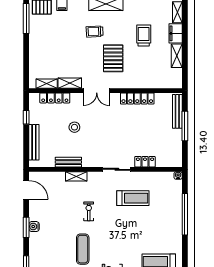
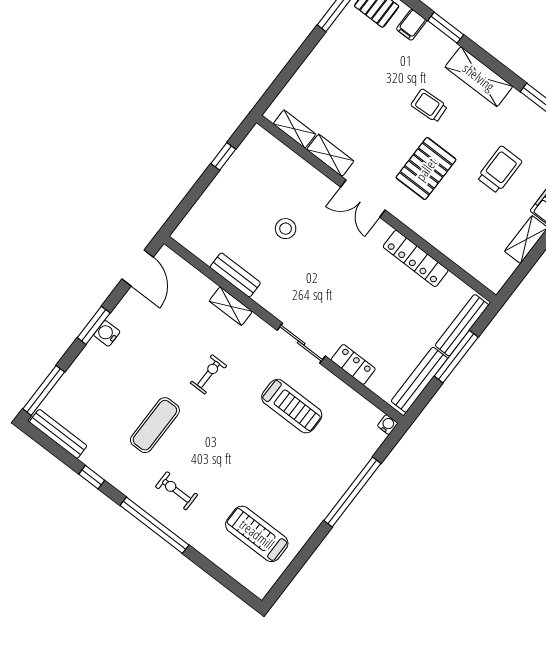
locker: (55, 98) -> (290, 161), removed
bench: (34, 142) -> (419, 380), moved

